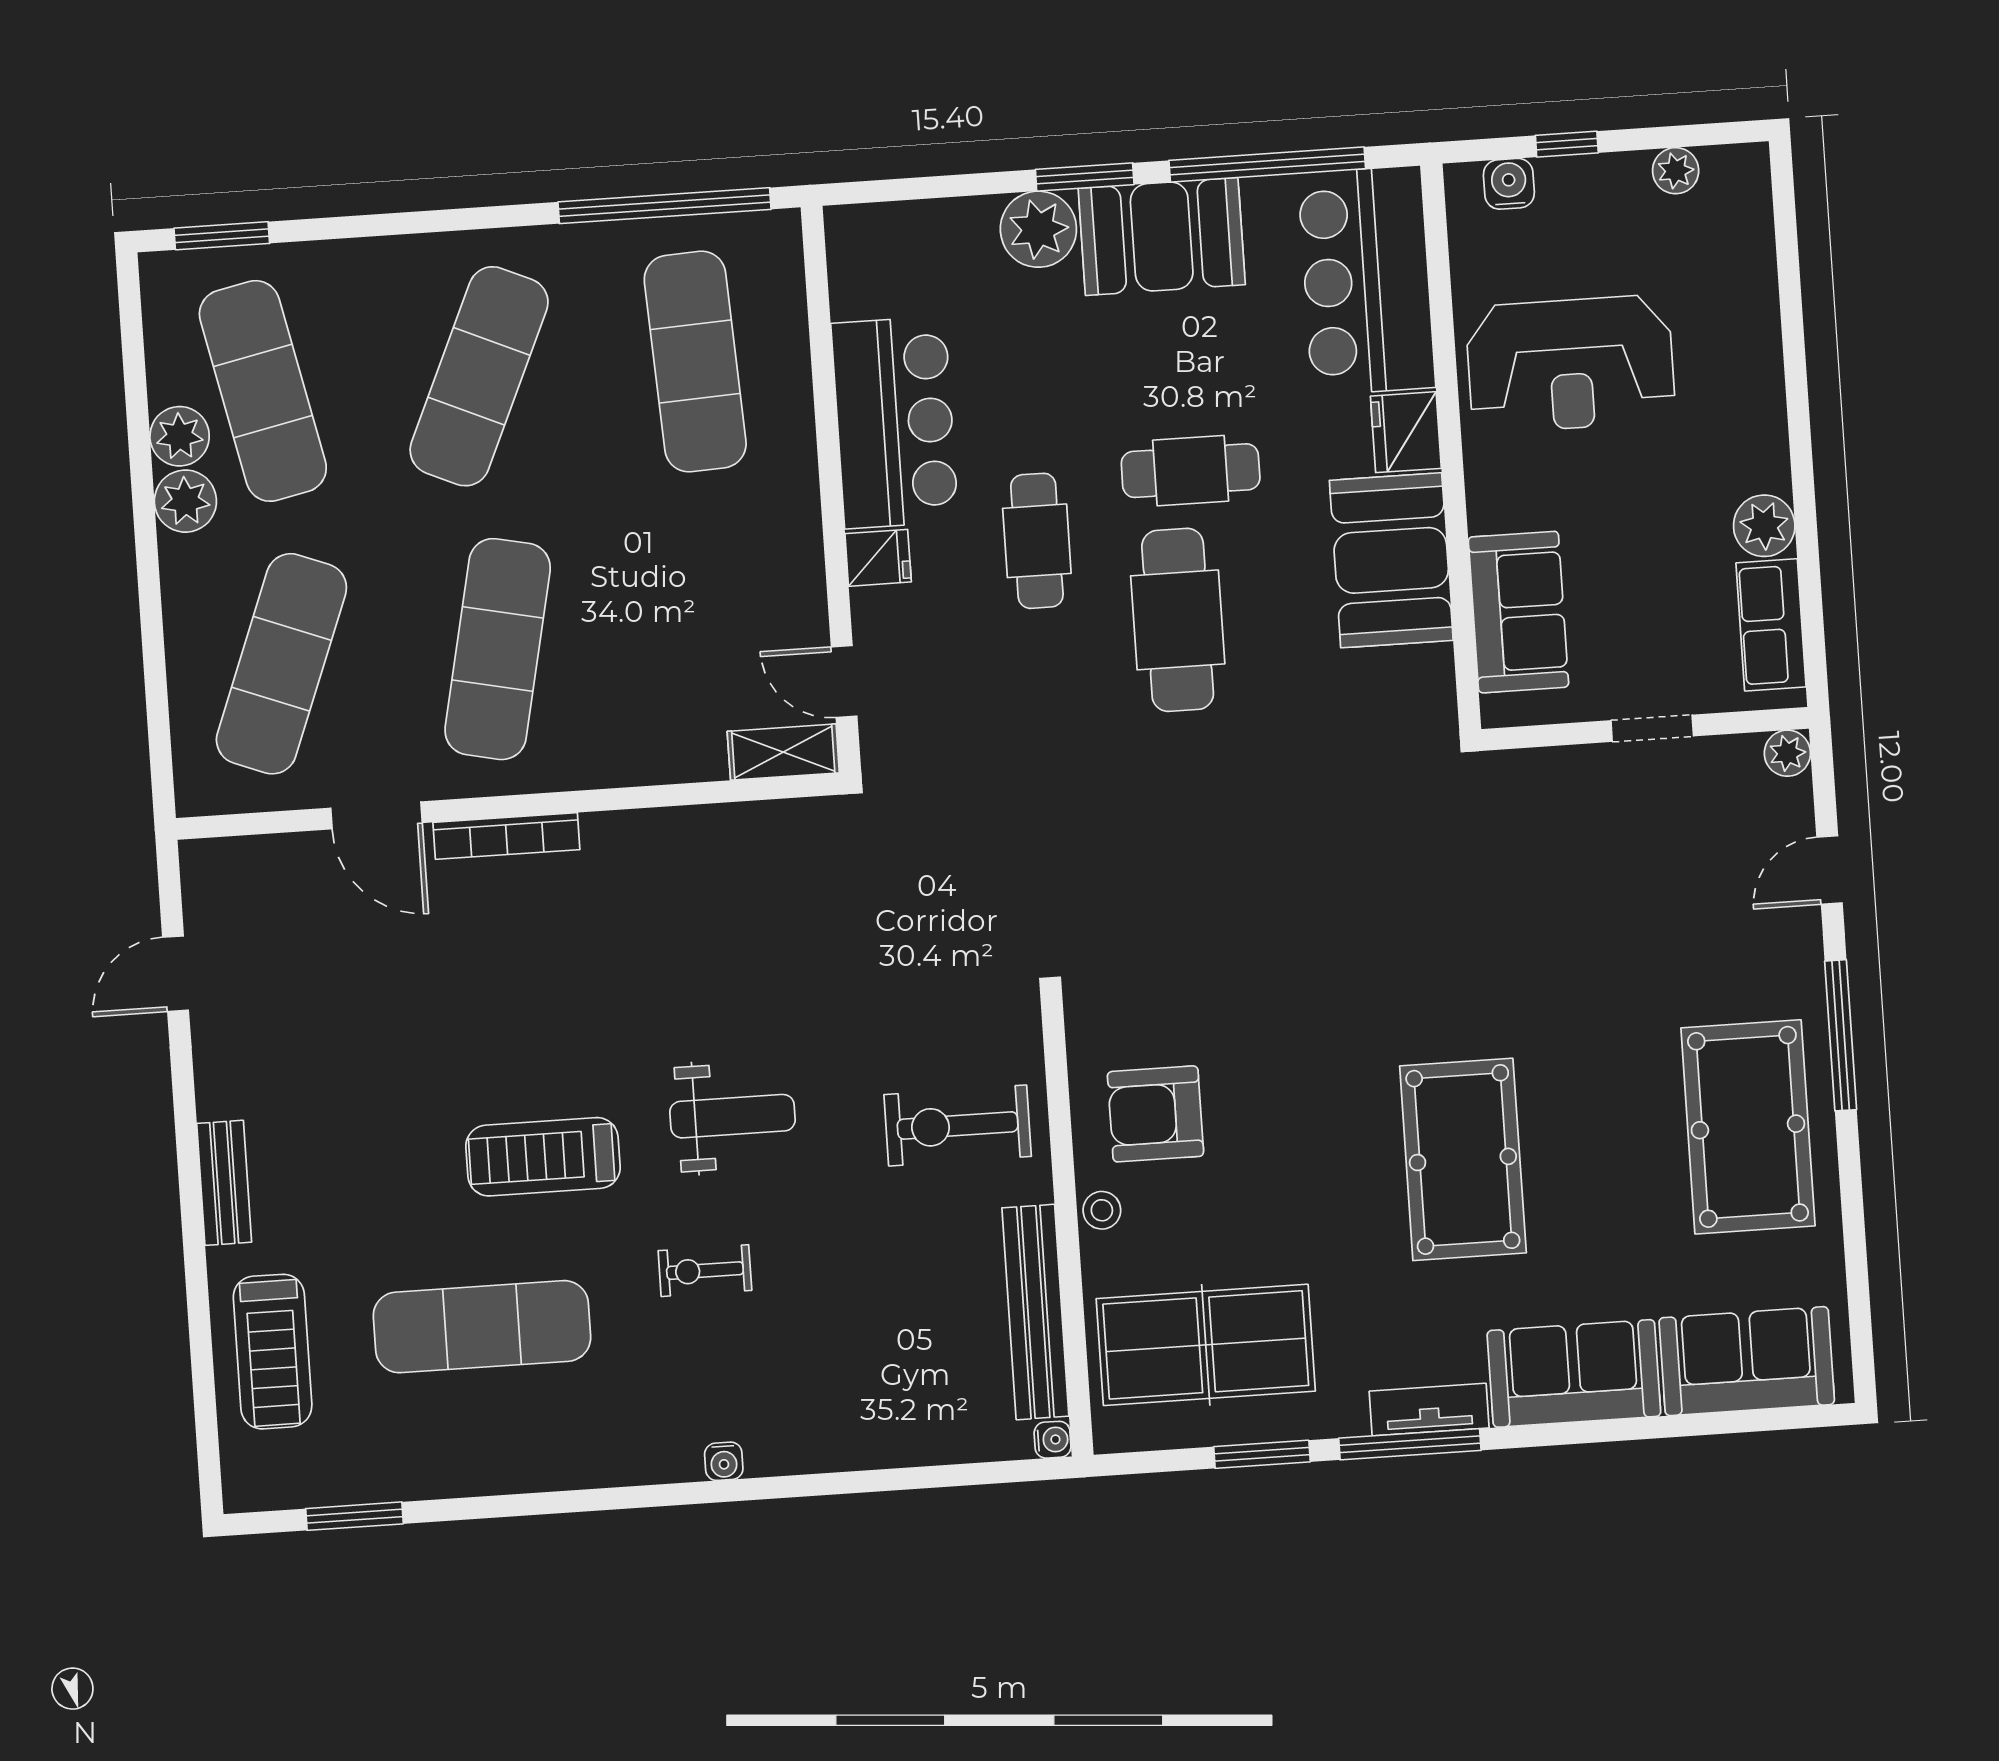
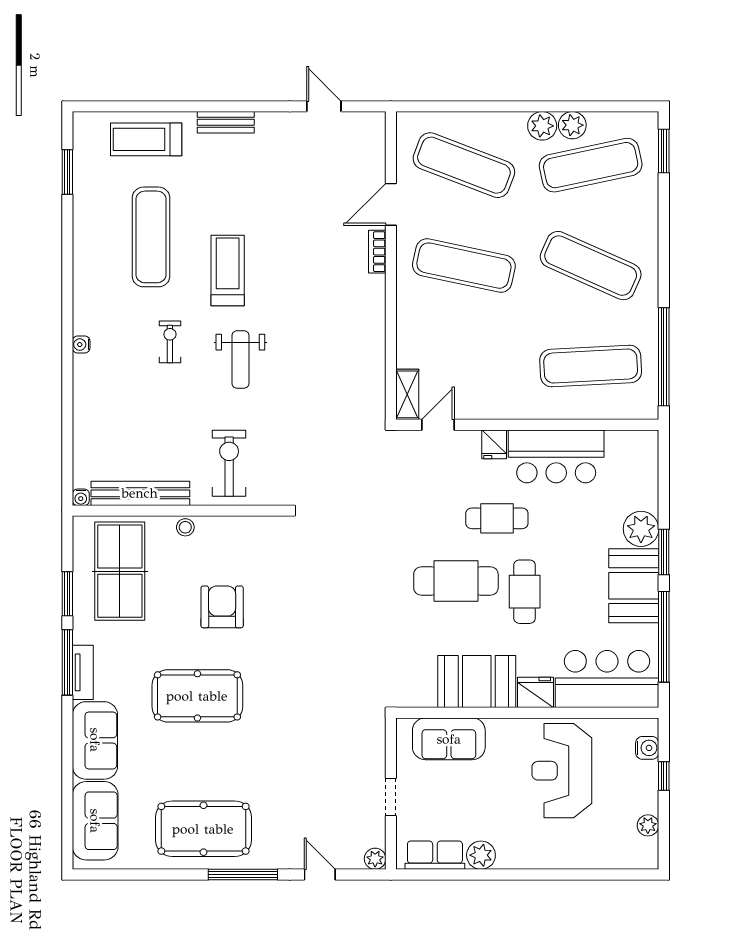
bookcase: (506, 836) -> (377, 252), width x0.64
armchair: (1155, 1114) -> (222, 607), moved

